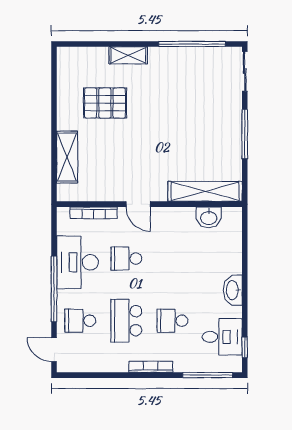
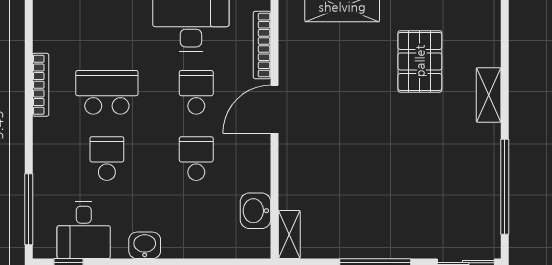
shelving: (205, 191) -> (289, 234), width x0.45, depth x0.75
door: (138, 204) -> (274, 109), width x1.38
washbasin: (233, 290) -> (145, 245), width x0.72
school desk: (80, 321) -> (196, 159), moved
bookcase: (151, 367) -> (41, 85), moved

